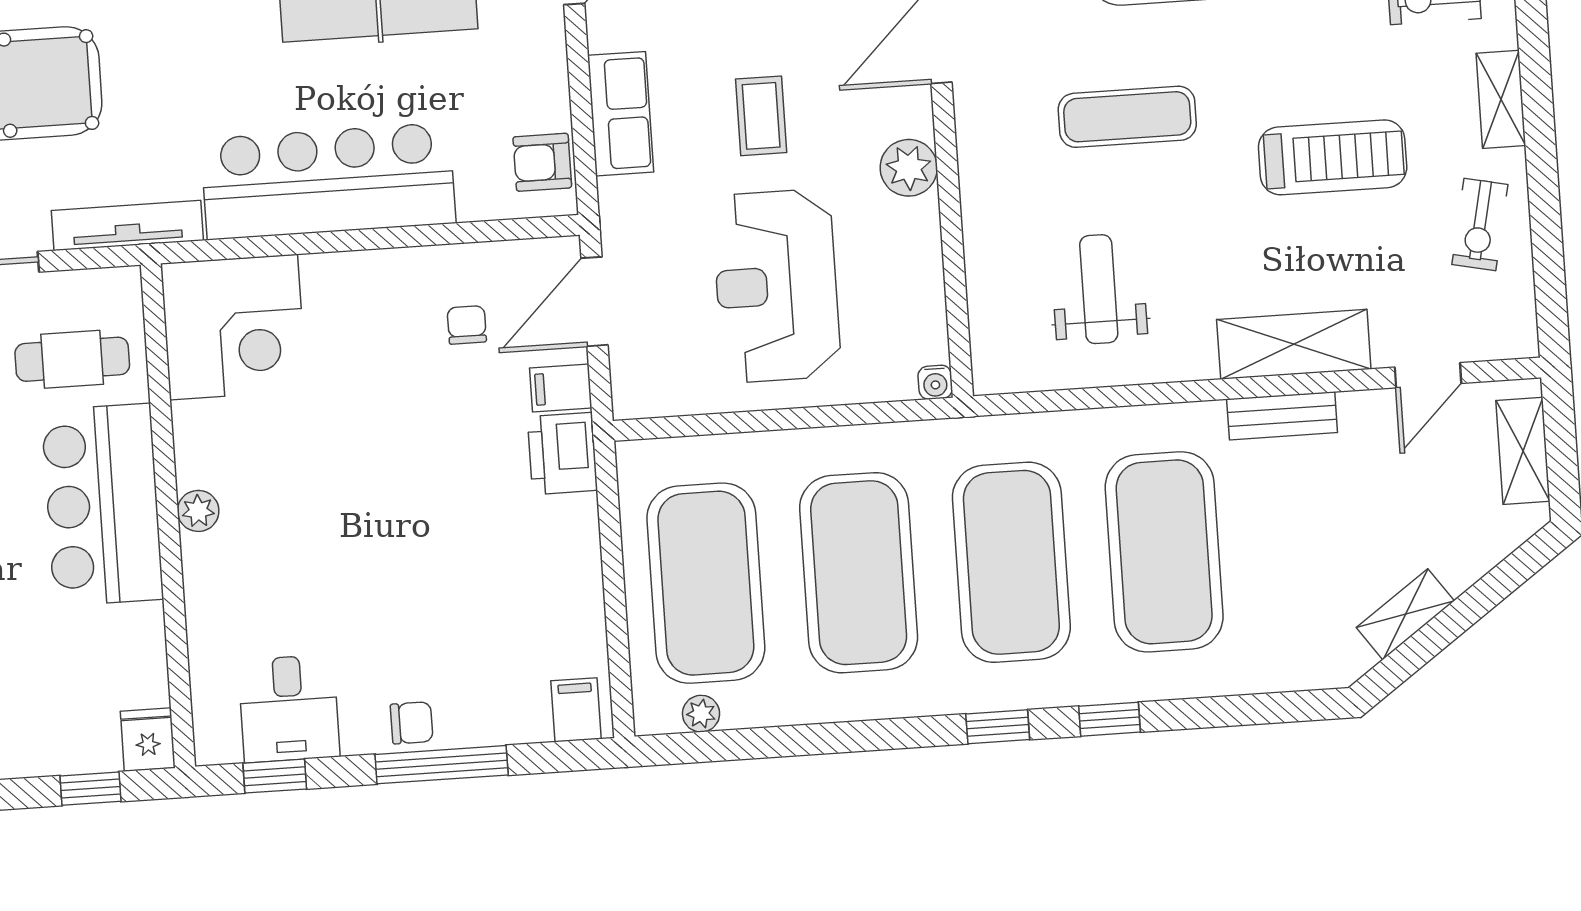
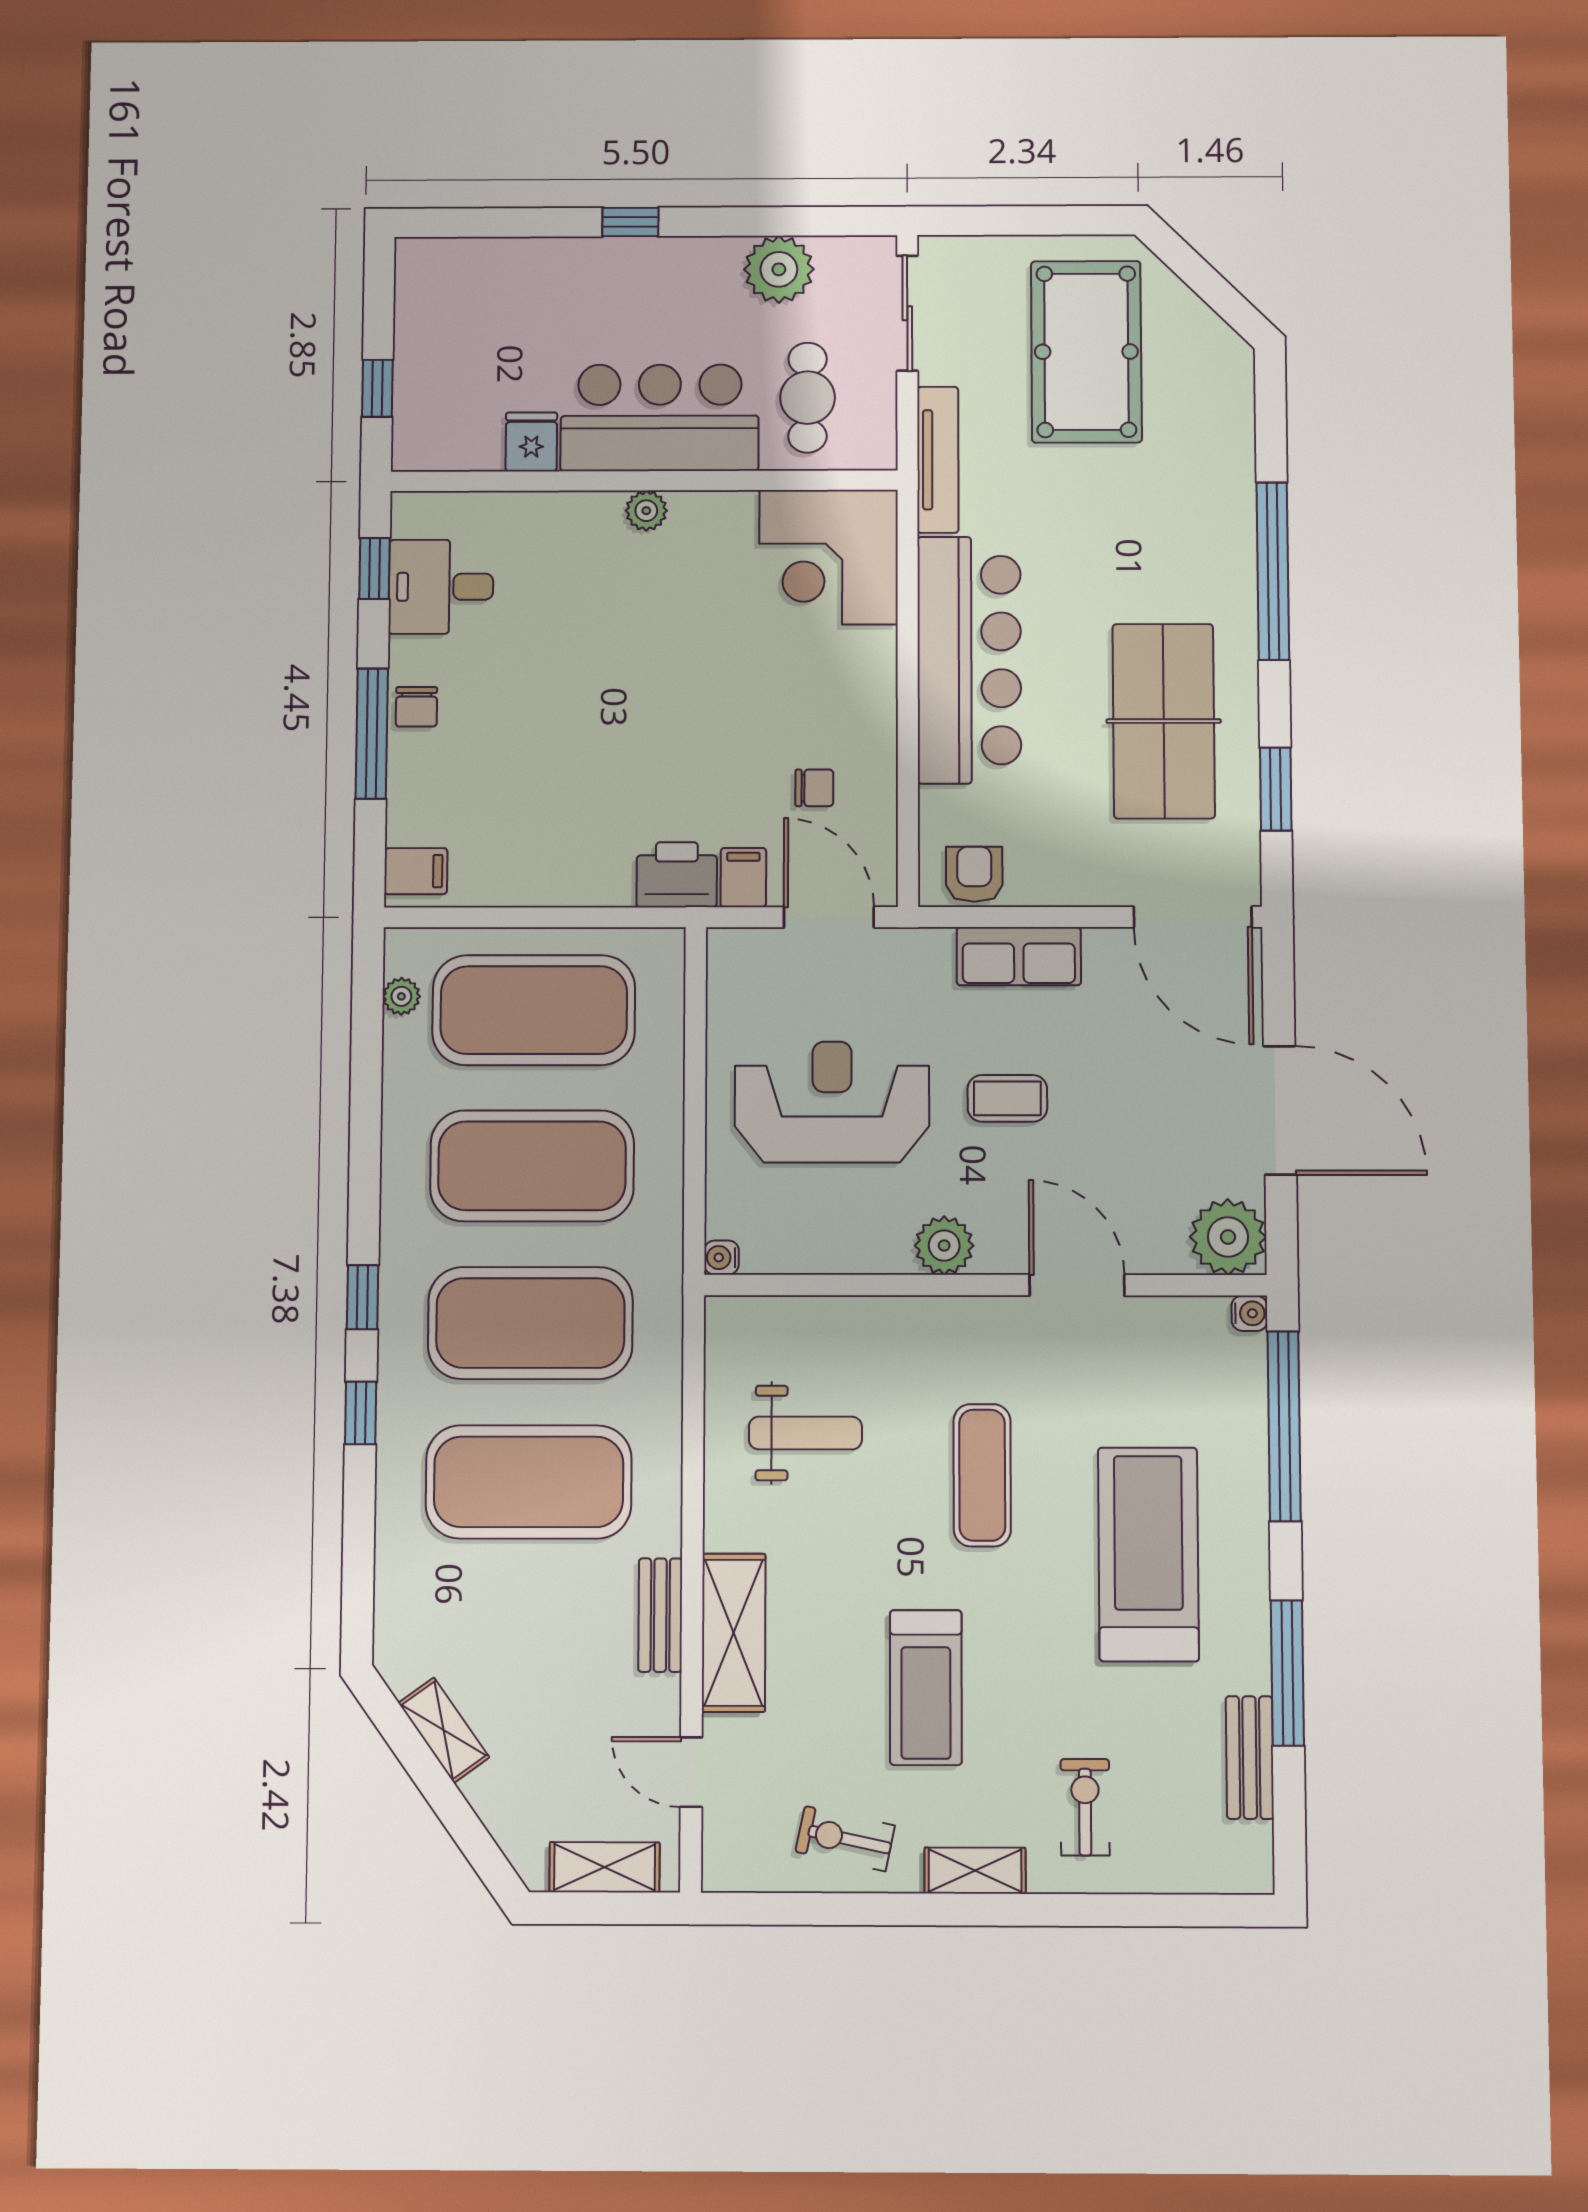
fridge: (148, 740) -> (531, 442), moved, turned -90

